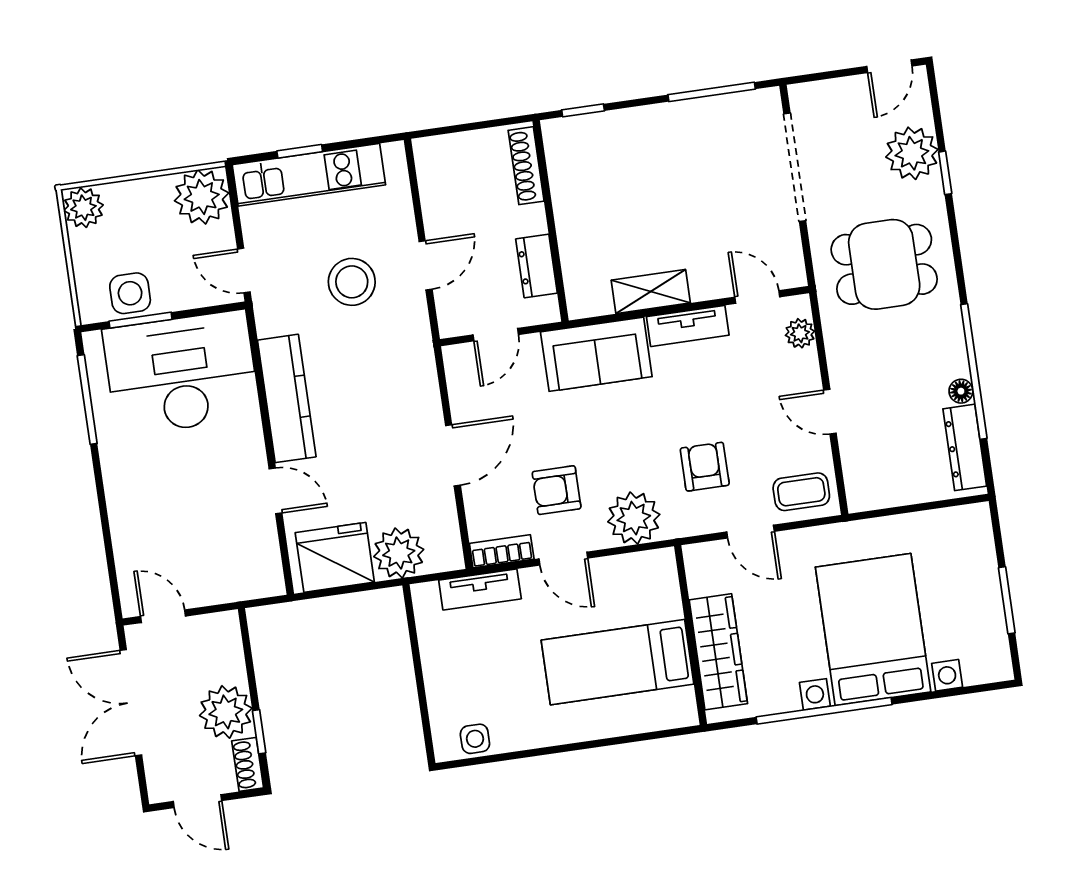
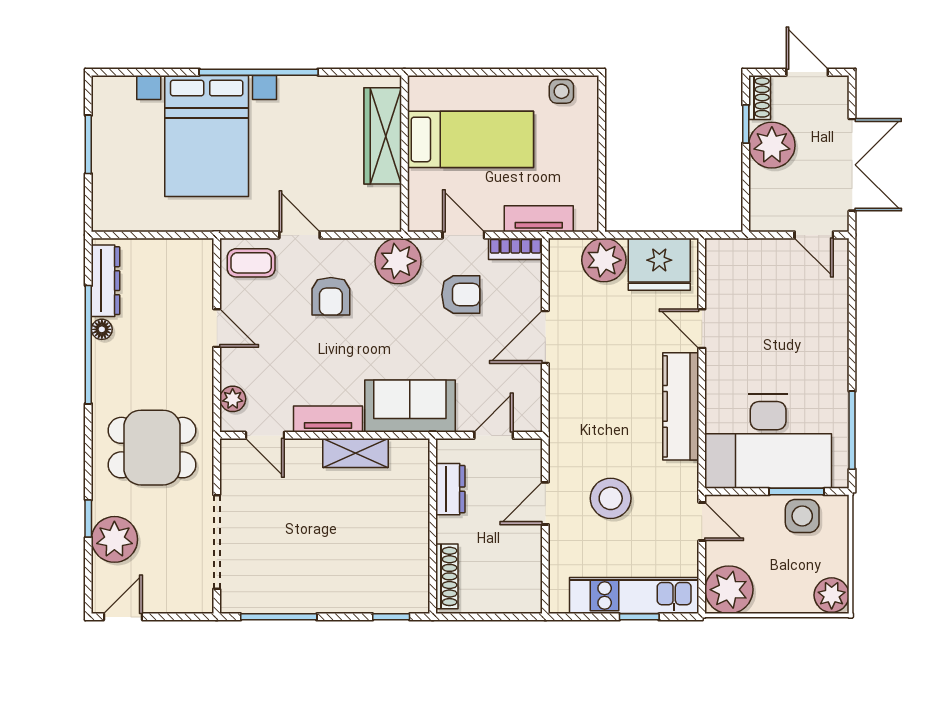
wall: (691, 635) -> (404, 154), moved
wardrobe: (718, 652) -> (383, 136), moved
bed: (618, 662) -> (470, 139), moved

